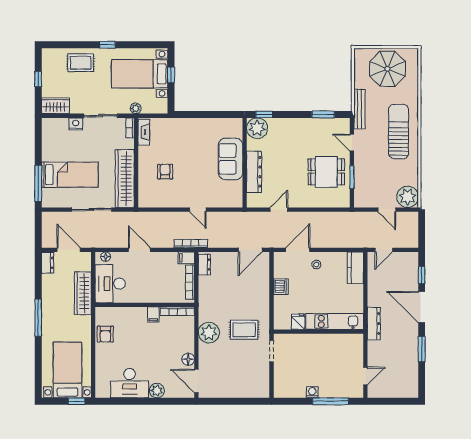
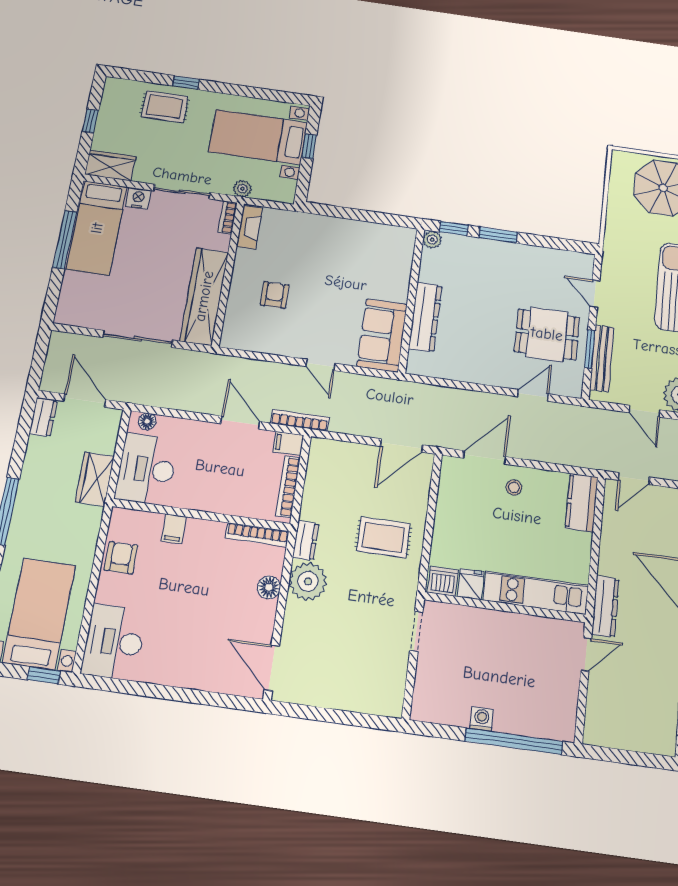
window: (107, 45) -> (186, 83), moved
bench: (359, 109) -> (602, 358), moved
window: (323, 114) -> (498, 235), moved
plant: (257, 128) -> (432, 240), width x0.53, depth x0.53
sofa: (231, 159) -> (382, 335), moved
bed: (70, 175) -> (97, 228), moved, turned 90
window: (38, 183) -> (65, 240), moved
door: (279, 210) -> (533, 395), moved
door: (139, 250) -> (240, 423), moved
dresser: (204, 265) -> (306, 541), moved
dishwasher: (281, 287) -> (443, 581), moved, turned -90
wardrobe: (83, 293) -> (95, 479), width x0.67
filing cabinet: (153, 314) -> (174, 529), moved
rug: (244, 330) -> (383, 537), moved
armchair: (105, 334) -> (121, 558), turned 180
floor lamp: (188, 359) -> (269, 587), moved
door: (365, 376) -> (586, 654), moved
desk: (130, 383) -> (114, 642), moved, turned 90
plant: (157, 391) -> (196, 676), removed
window: (331, 401) -> (514, 741), width x1.46

